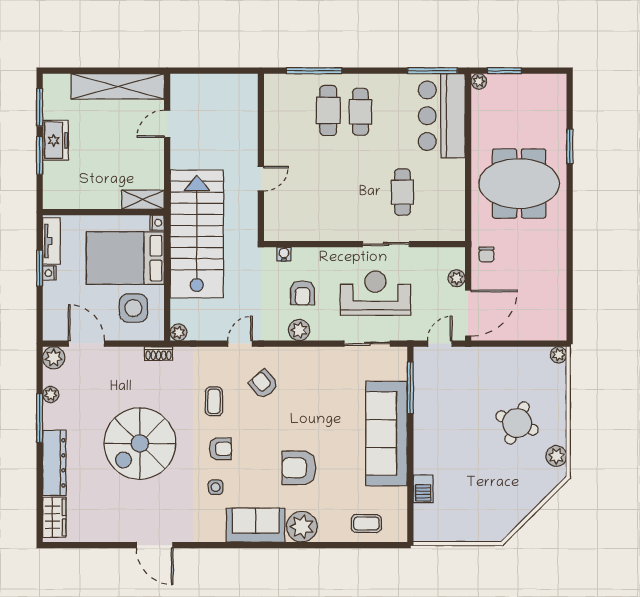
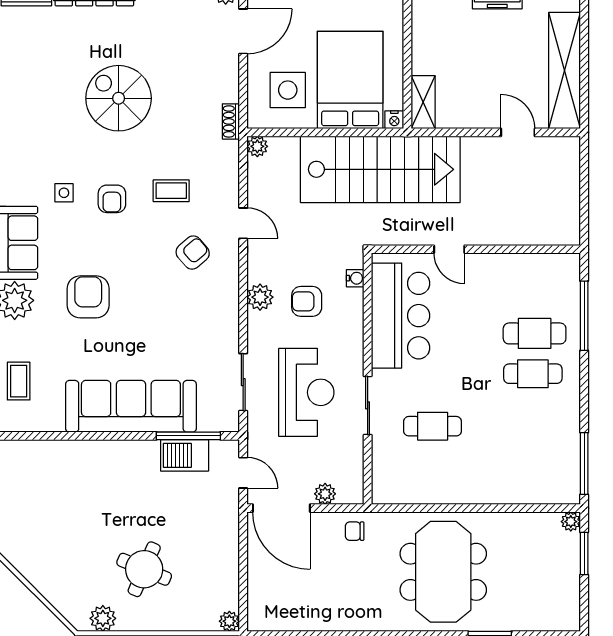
bar counter: (442, 116) -> (401, 316), moved, turned 90
spiral stairs: (140, 443) -> (119, 98), width x0.73, depth x0.73
barbecue: (423, 489) -> (185, 455), moved, width x1.38, depth x1.27

